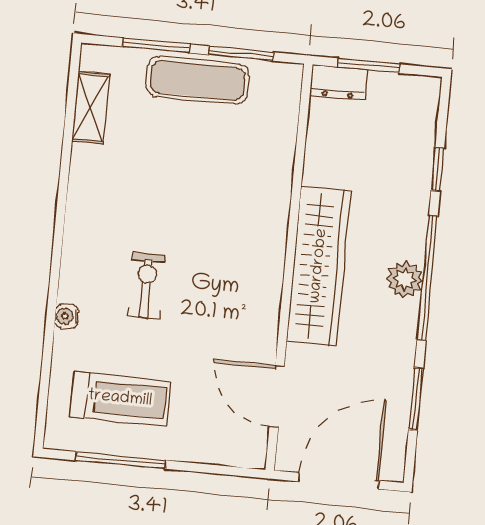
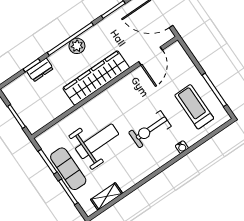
dresser: (339, 83) -> (40, 70), moved, turned 90
weight bench: (204, 173) -> (97, 141), added
exercise bike: (146, 286) -> (150, 129), width x1.38, depth x1.39

